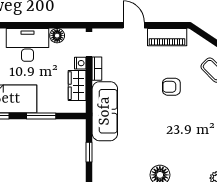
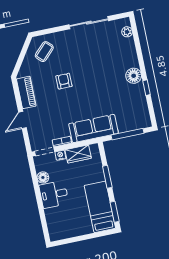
desk: (27, 45) -> (54, 194), width x0.73
armchair: (171, 87) -> (64, 81), turned 180
window: (89, 152) -> (127, 134), width x2.17

